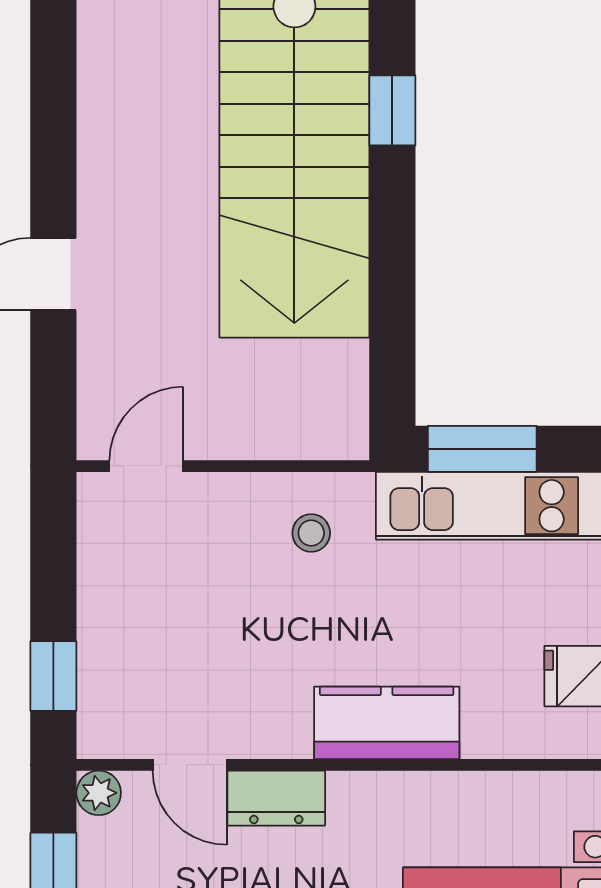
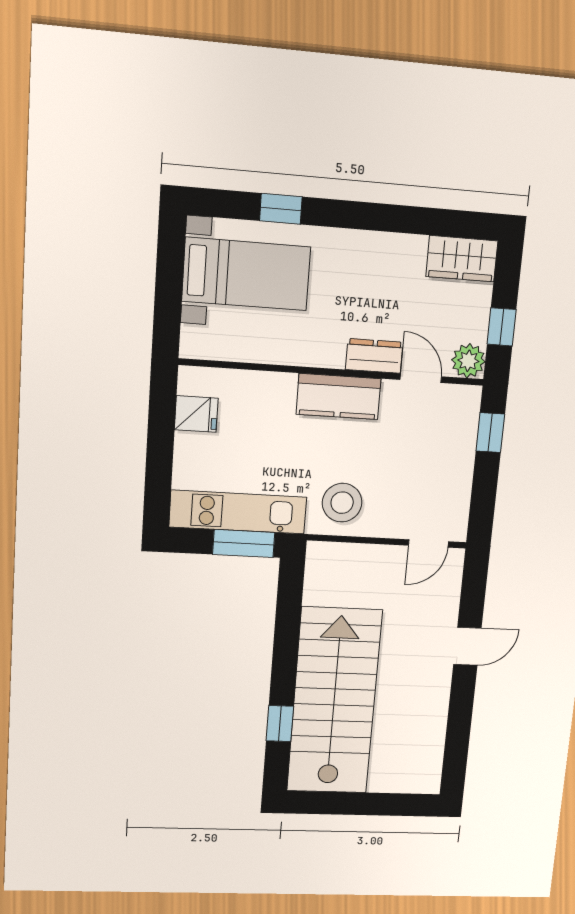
stool: (311, 533) -> (342, 503), width x1.89, depth x1.89
kitchen counter: (387, 723) -> (339, 396), moved
plant: (99, 793) -> (468, 361), width x1.38, depth x1.38

